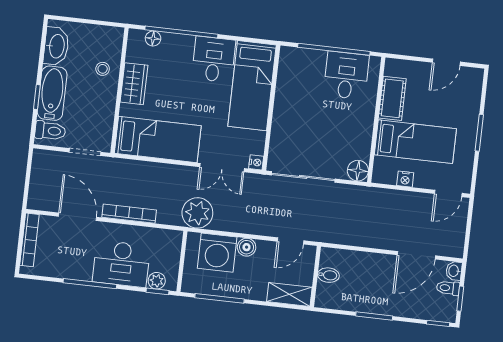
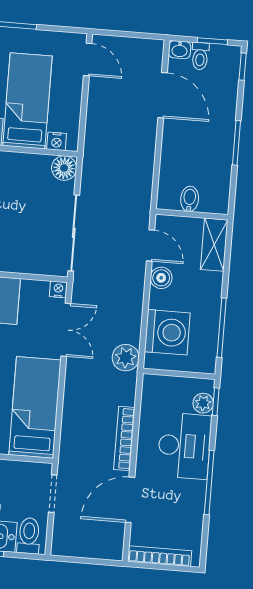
nightstand: (405, 179) -> (57, 141), moved, turned 90
plant: (197, 213) -> (126, 358), width x0.73, depth x0.73
boiler: (247, 247) -> (161, 278), moved

